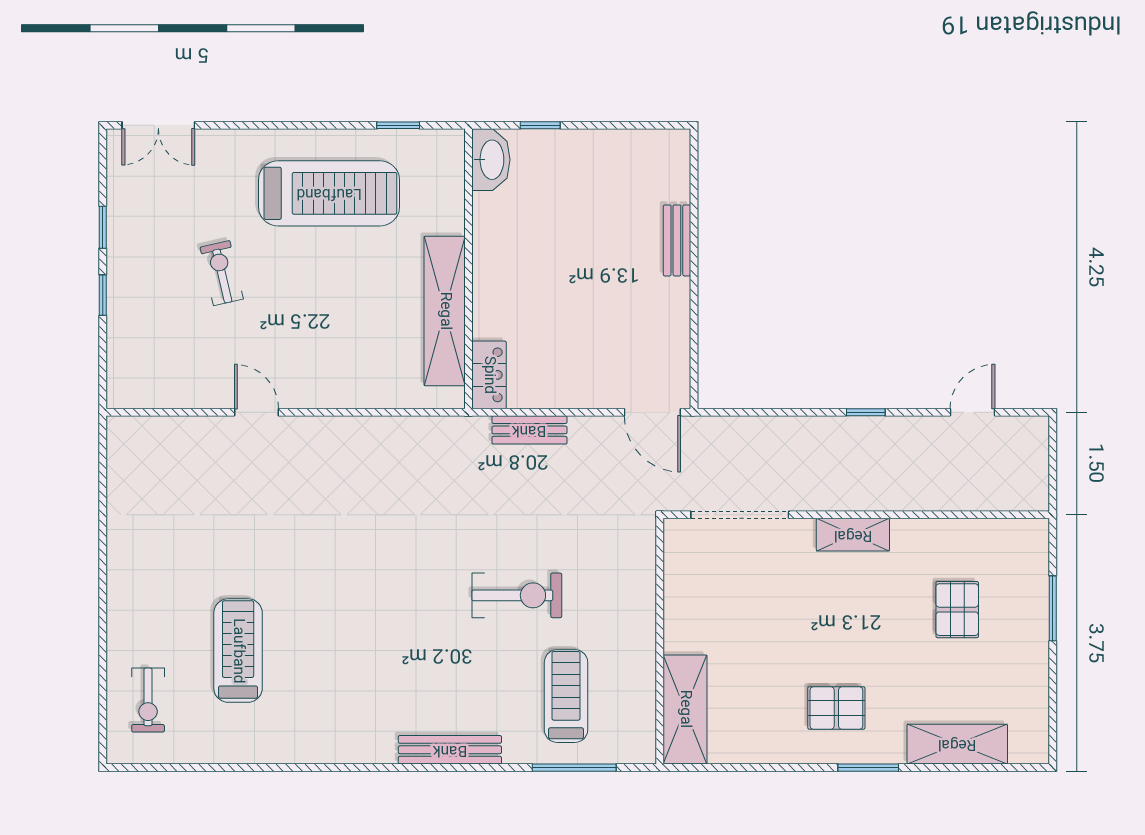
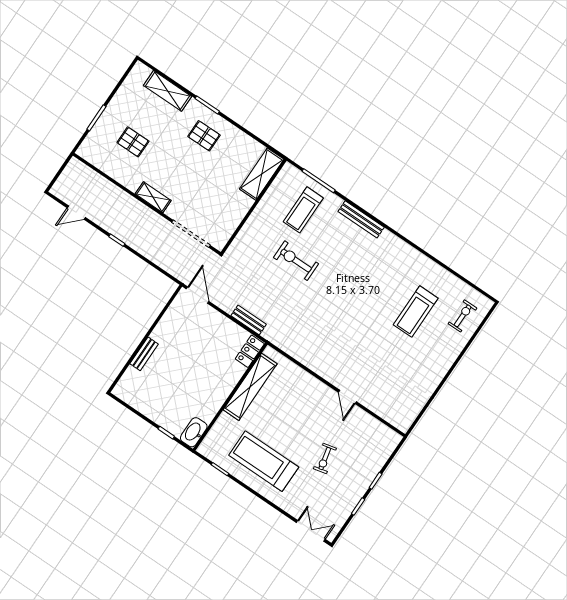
pallet: (957, 610) -> (133, 142), turned 90

